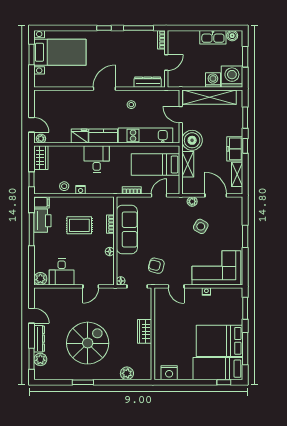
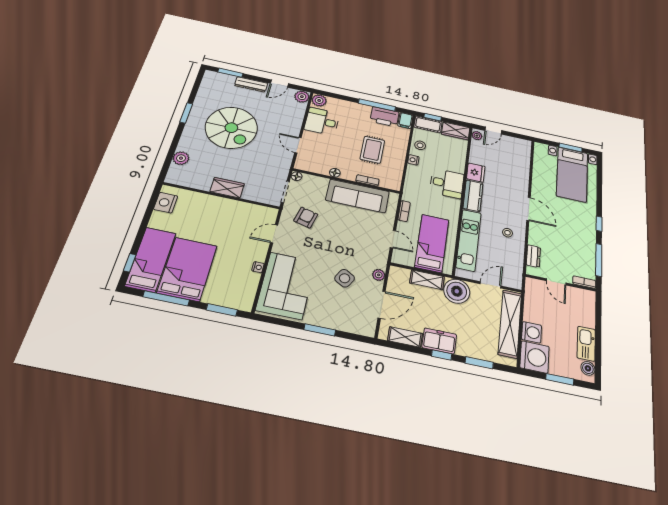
dresser: (148, 82) -> (533, 256), width x0.70
cot: (40, 182) -> (428, 124), added
plant: (40, 359) -> (302, 97), moved

